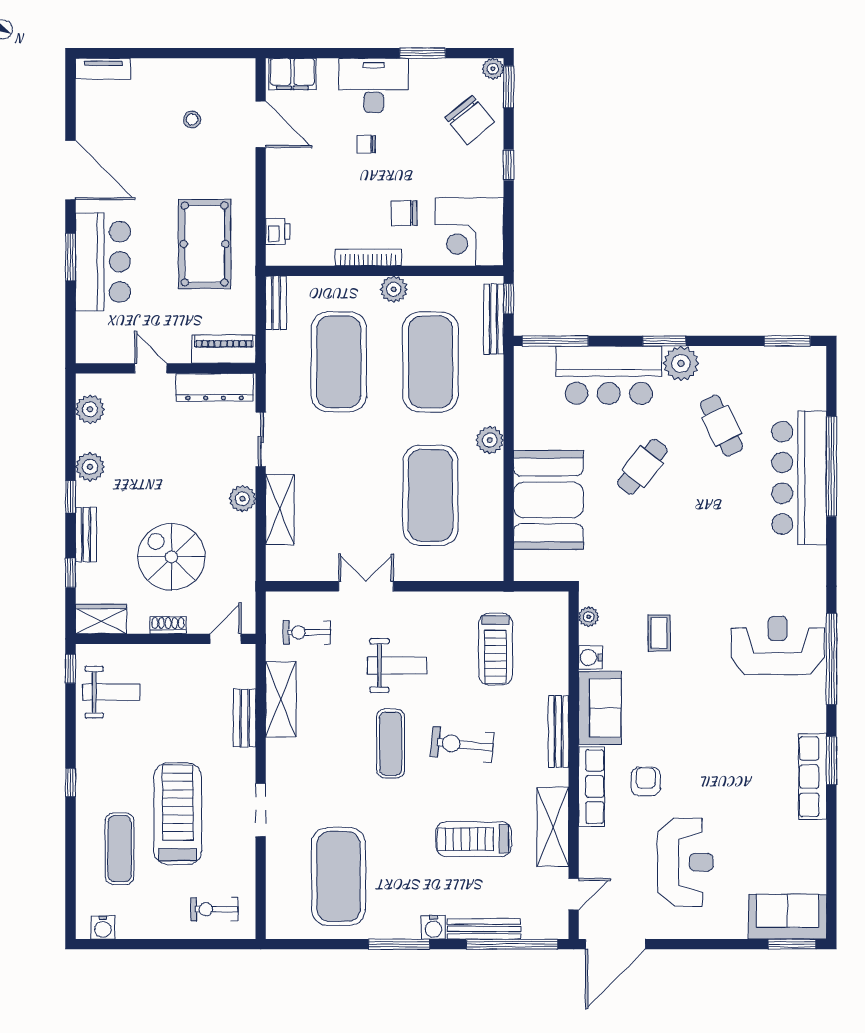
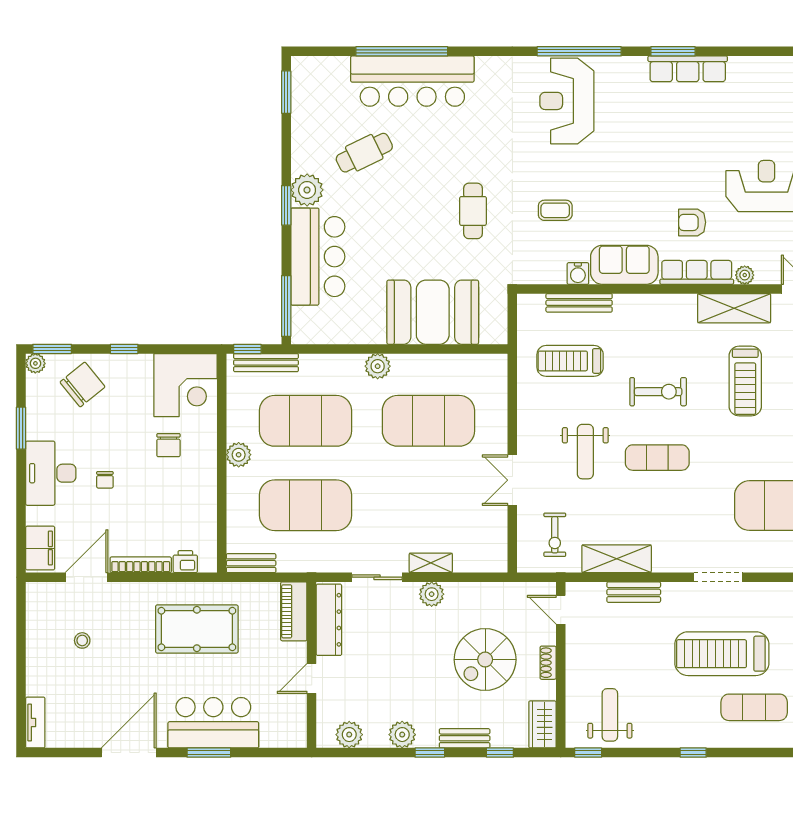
bookcase: (368, 257) -> (141, 565), moved, turned 90
cafe table: (642, 467) -> (473, 211), moved, turned 51
shelving: (280, 509) -> (431, 563), width x0.67, depth x0.75
plant: (589, 617) -> (745, 275), moved
treadmill: (495, 649) -> (570, 361), turned 180
weight bench: (397, 666) -> (585, 452), turned 180
bench: (559, 732) -> (579, 303), moved
exercise bike: (462, 745) -> (658, 392), turned -96

